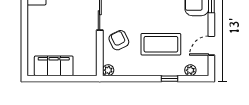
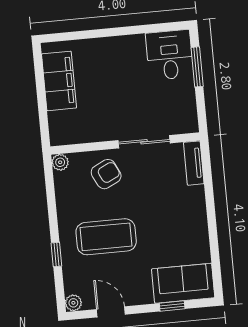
coffee table: (161, 44) -> (106, 237), turned 90
plant: (190, 70) -> (73, 303), moved

